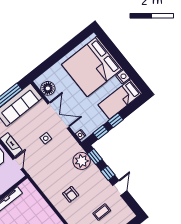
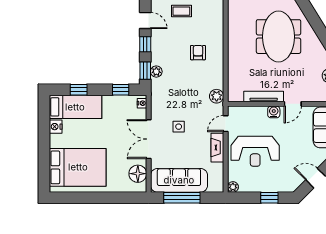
bed: (92, 67) -> (78, 167), width x0.73
window: (115, 120) -> (79, 90), moved
plant: (82, 161) -> (156, 72), width x0.53, depth x0.53
plant: (37, 176) -> (217, 96), added
door: (120, 188) -> (145, 21), swing flipped

